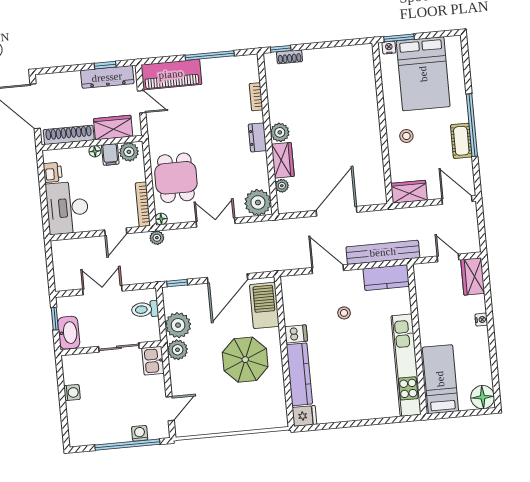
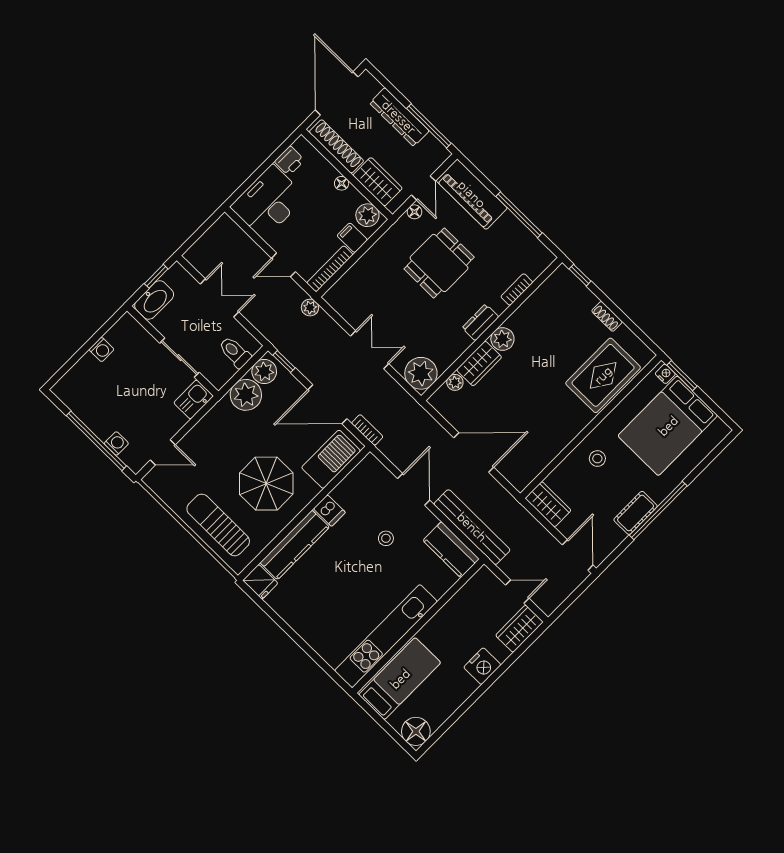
shoe rack: (289, 57) -> (607, 316), moved
window: (105, 65) -> (429, 126), width x2.17
dresser: (107, 77) -> (399, 117), moved
rug: (357, 88) -> (603, 375), added
filing cabinet: (110, 154) -> (352, 238), moved, turned 90
dining table: (176, 178) -> (439, 263), moved
floor lamp: (161, 219) -> (414, 212), moved
door: (448, 258) -> (517, 592), hinge flipped
bookcase: (265, 267) -> (367, 430), added
nightstand: (481, 320) -> (482, 666), width x1.89, depth x1.79
plant: (178, 350) -> (264, 372), moved
sun lounger: (246, 412) -> (218, 525), added

